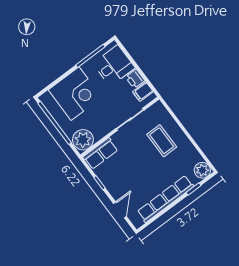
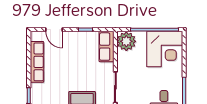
corner desk: (75, 94) -> (165, 49), moved, turned -90
row of seats: (165, 199) -> (37, 62), width x0.73

